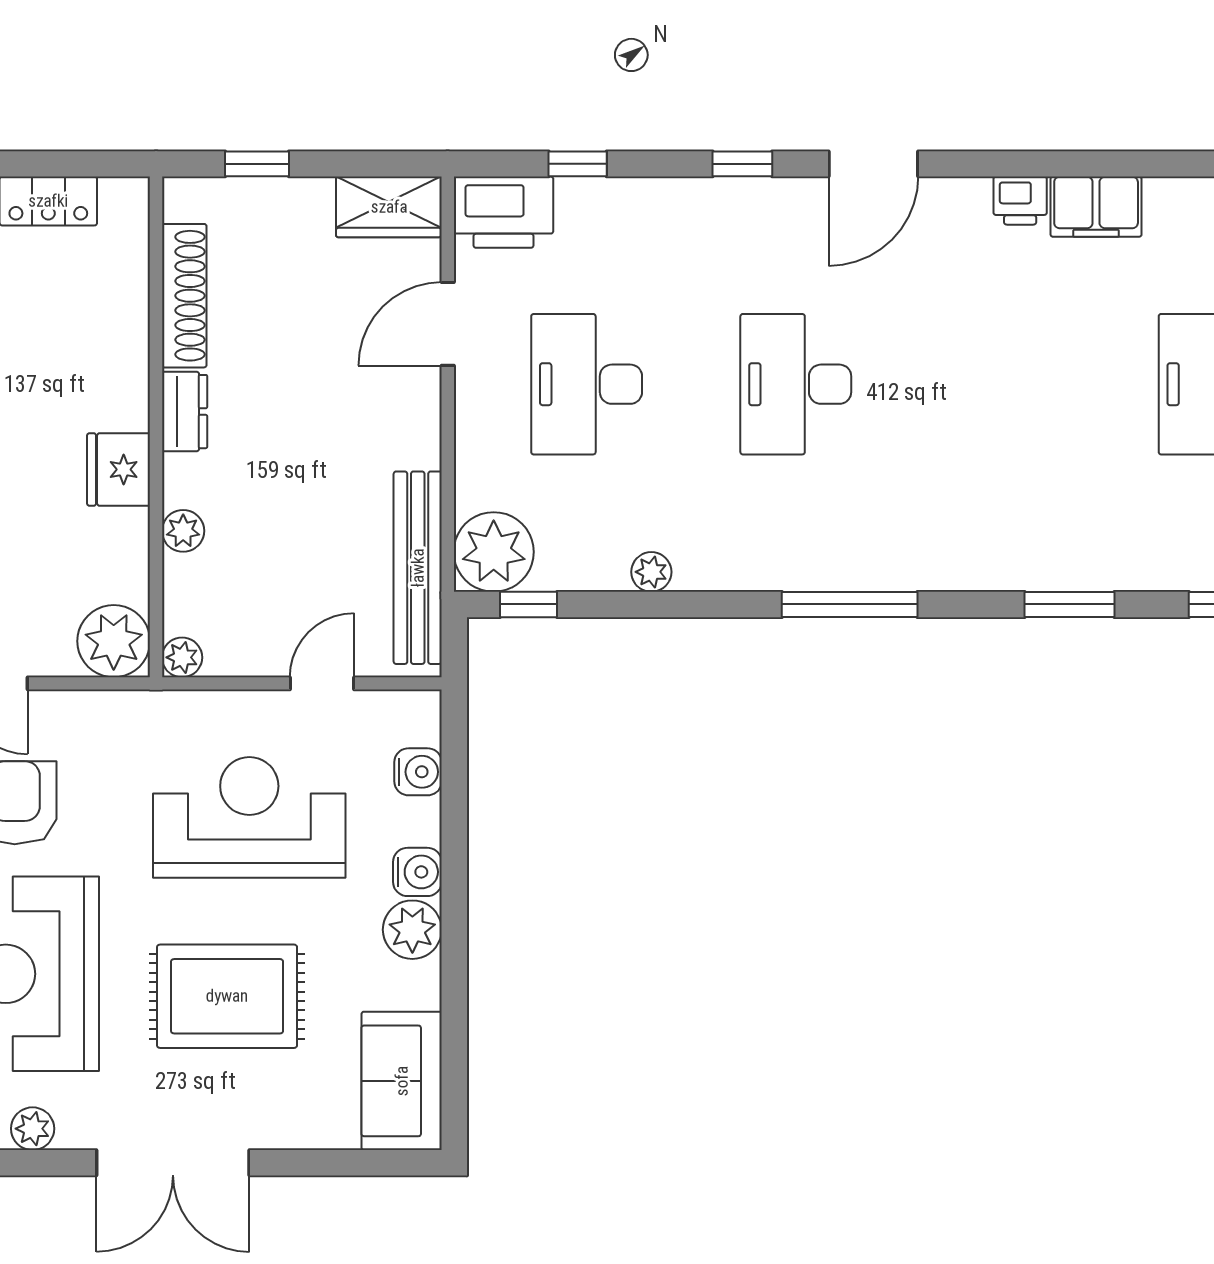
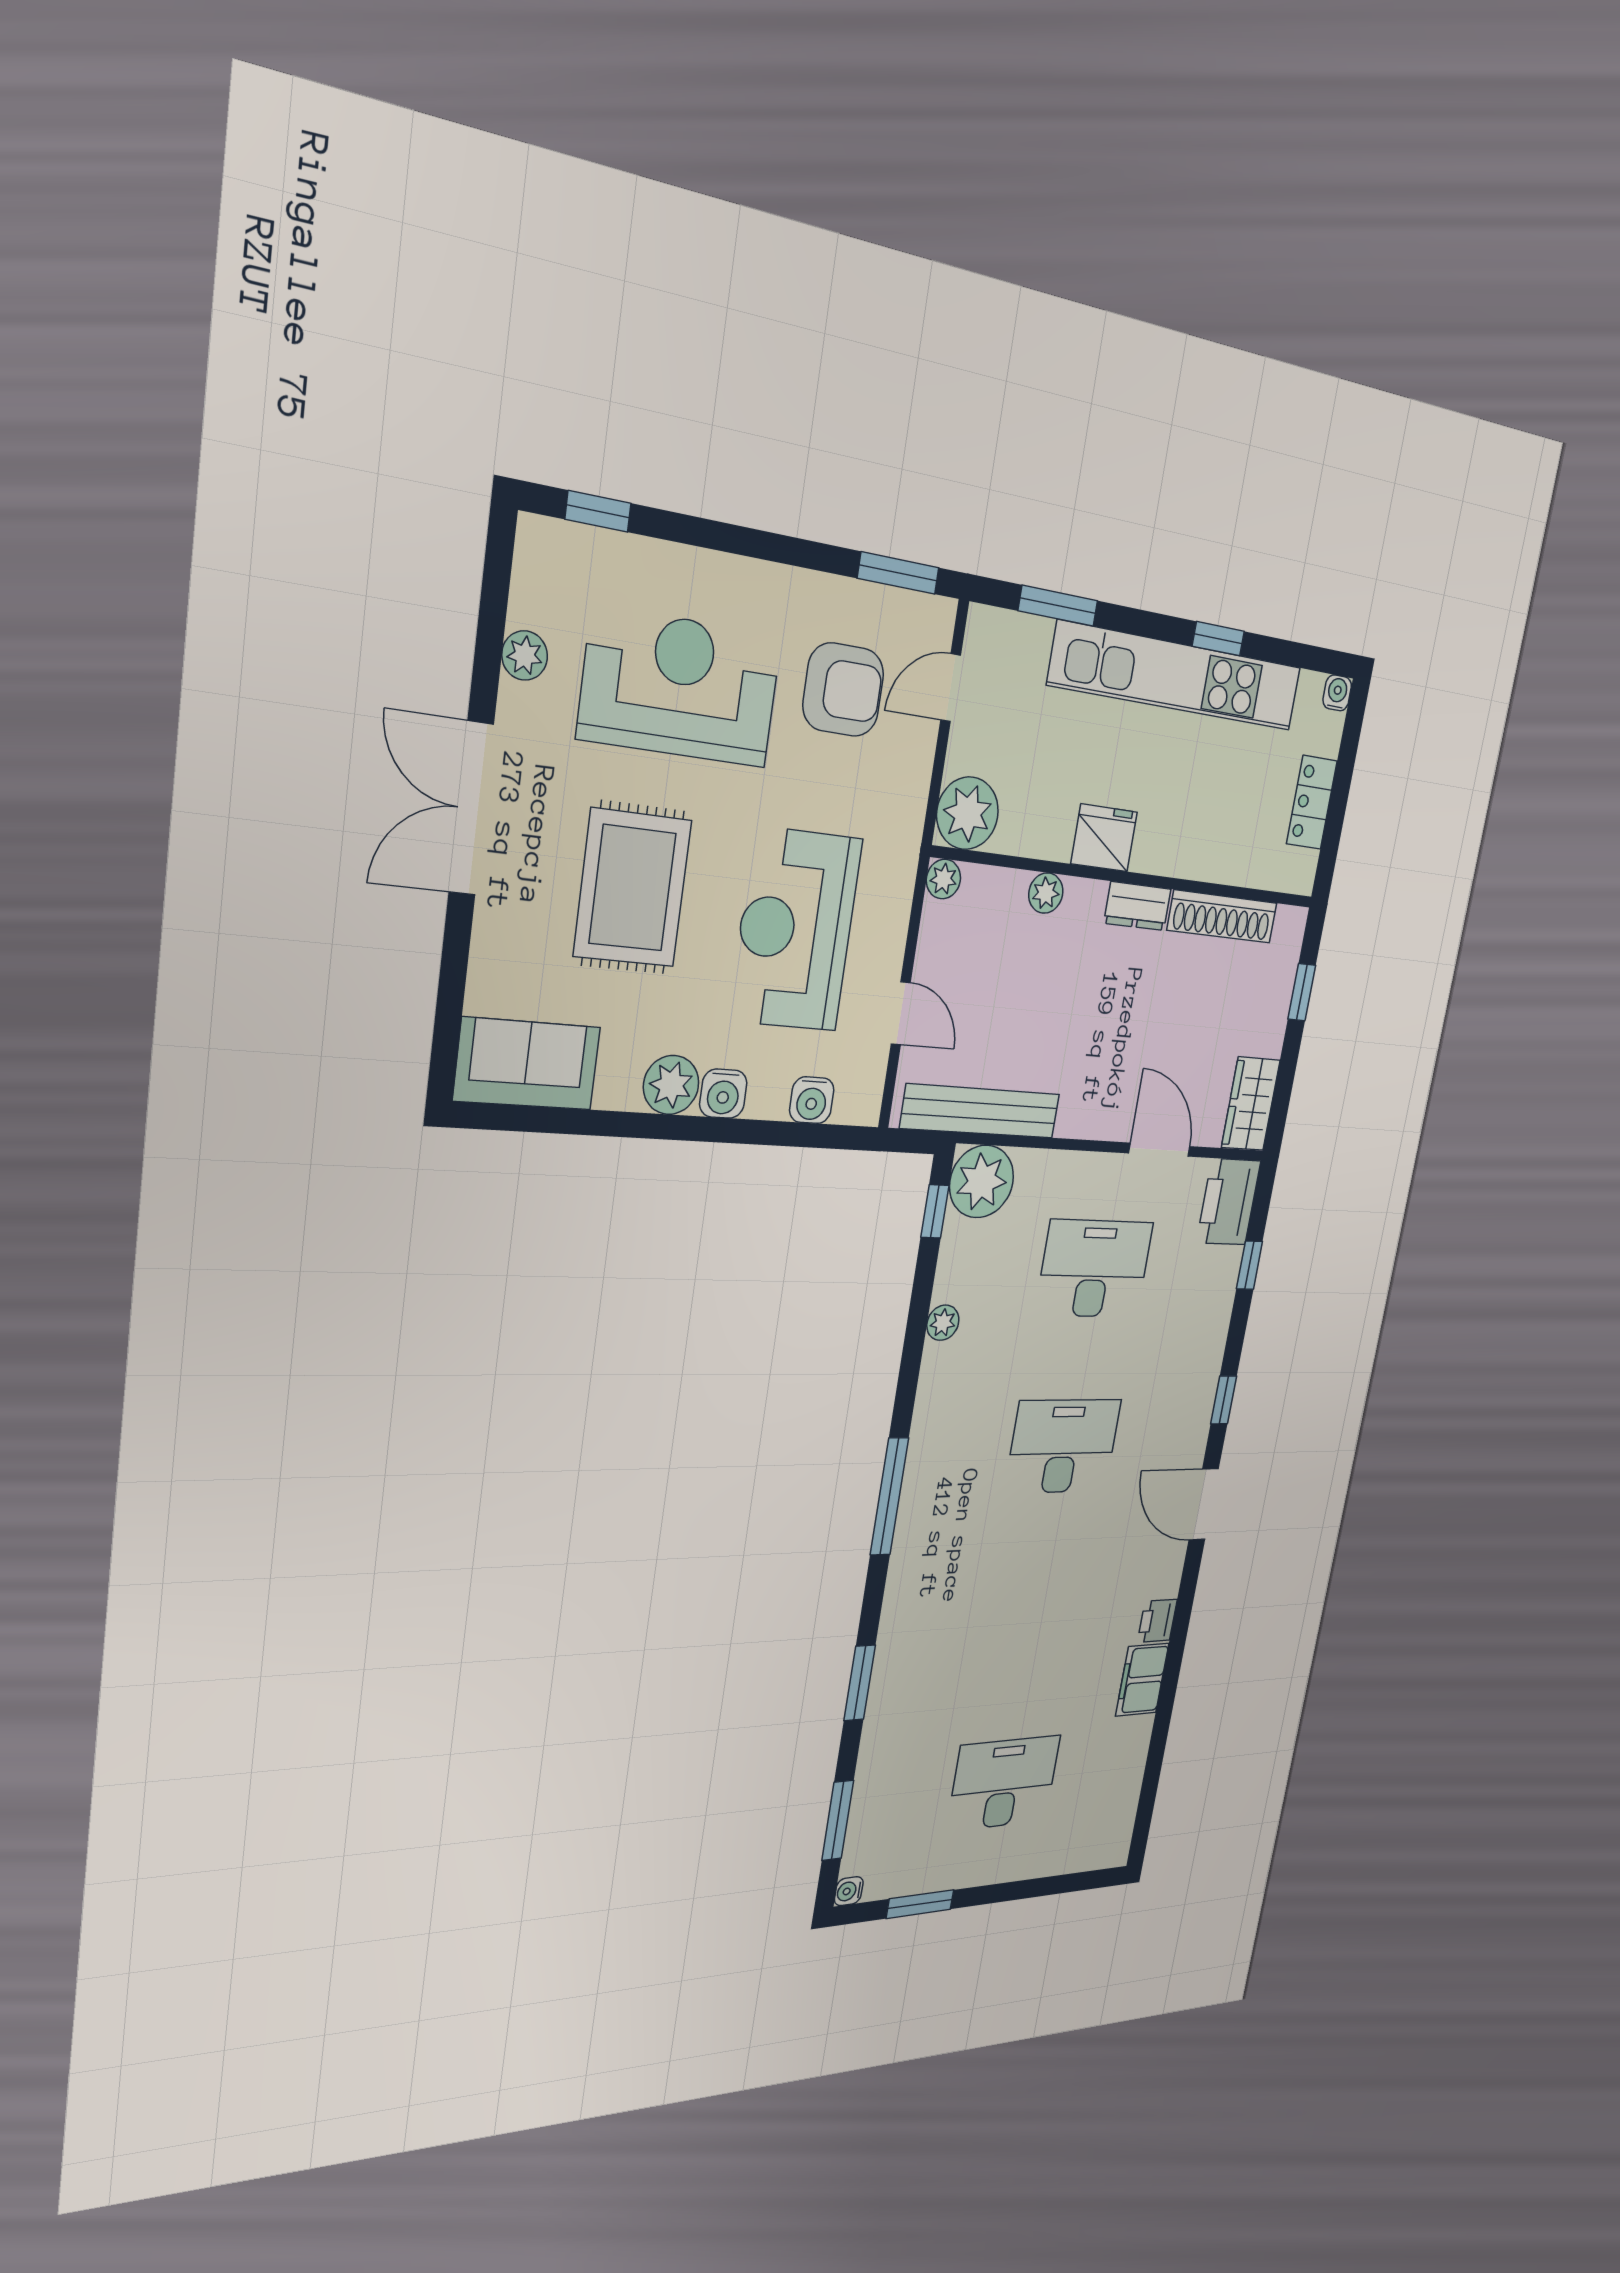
reception desk: (249, 817) -> (796, 930), turned 180

